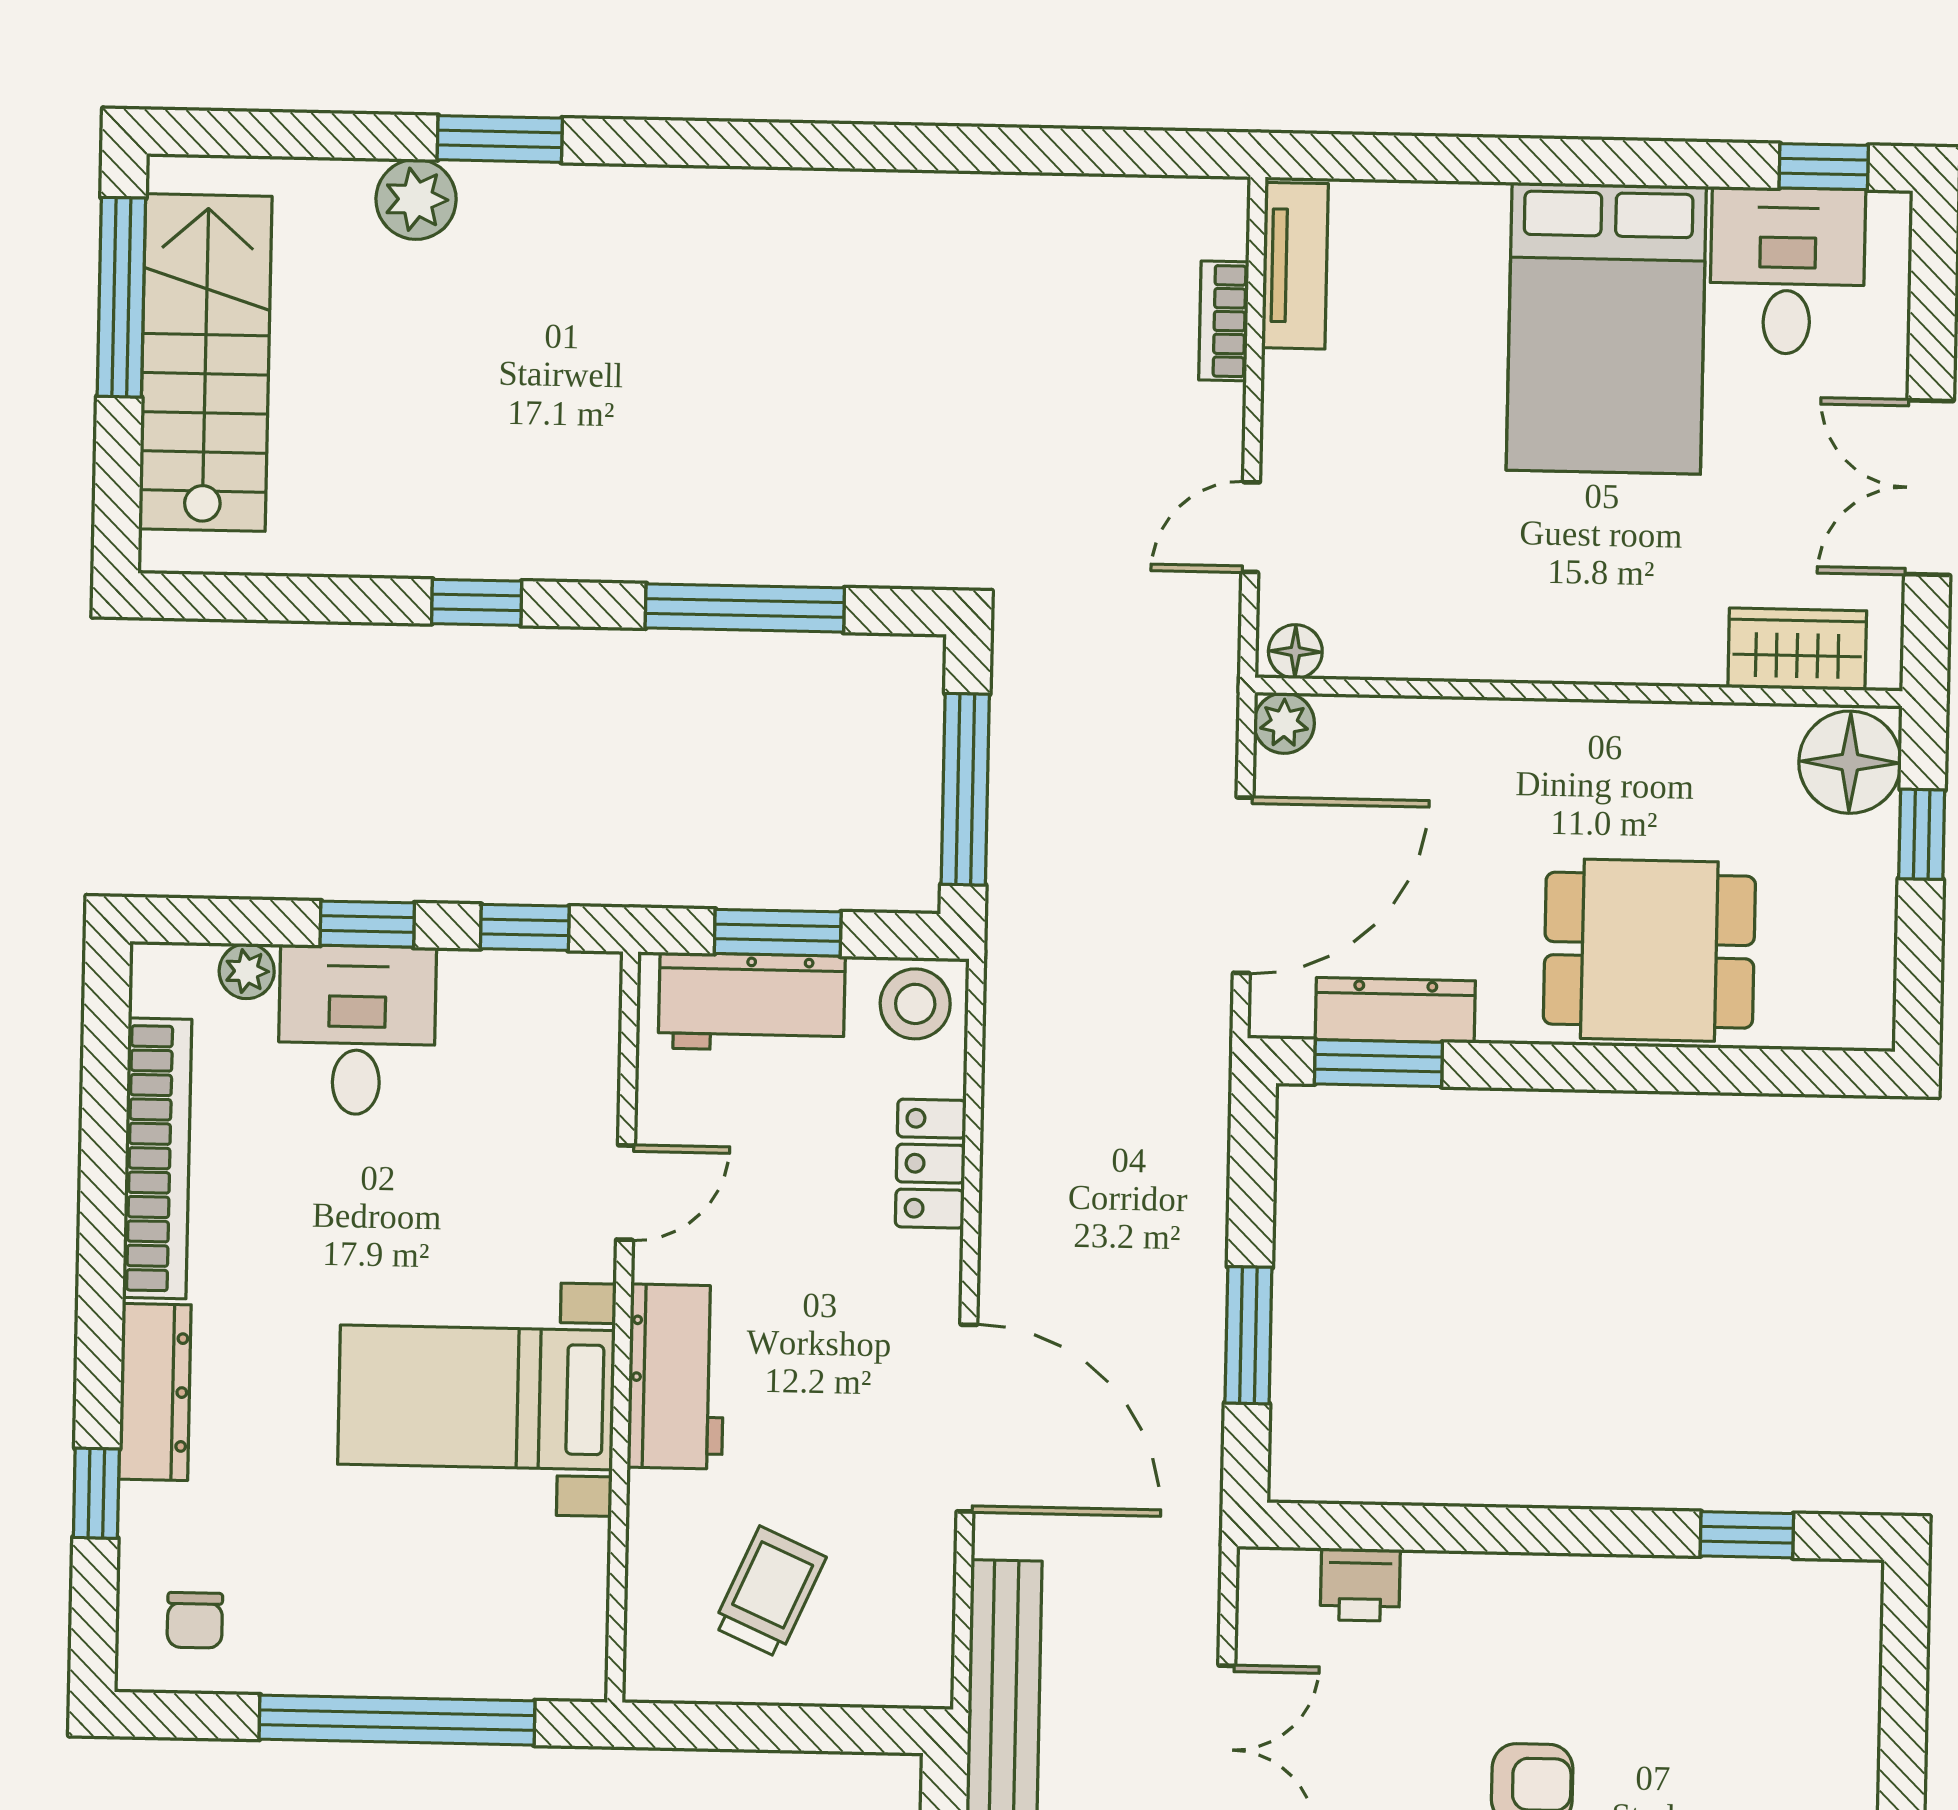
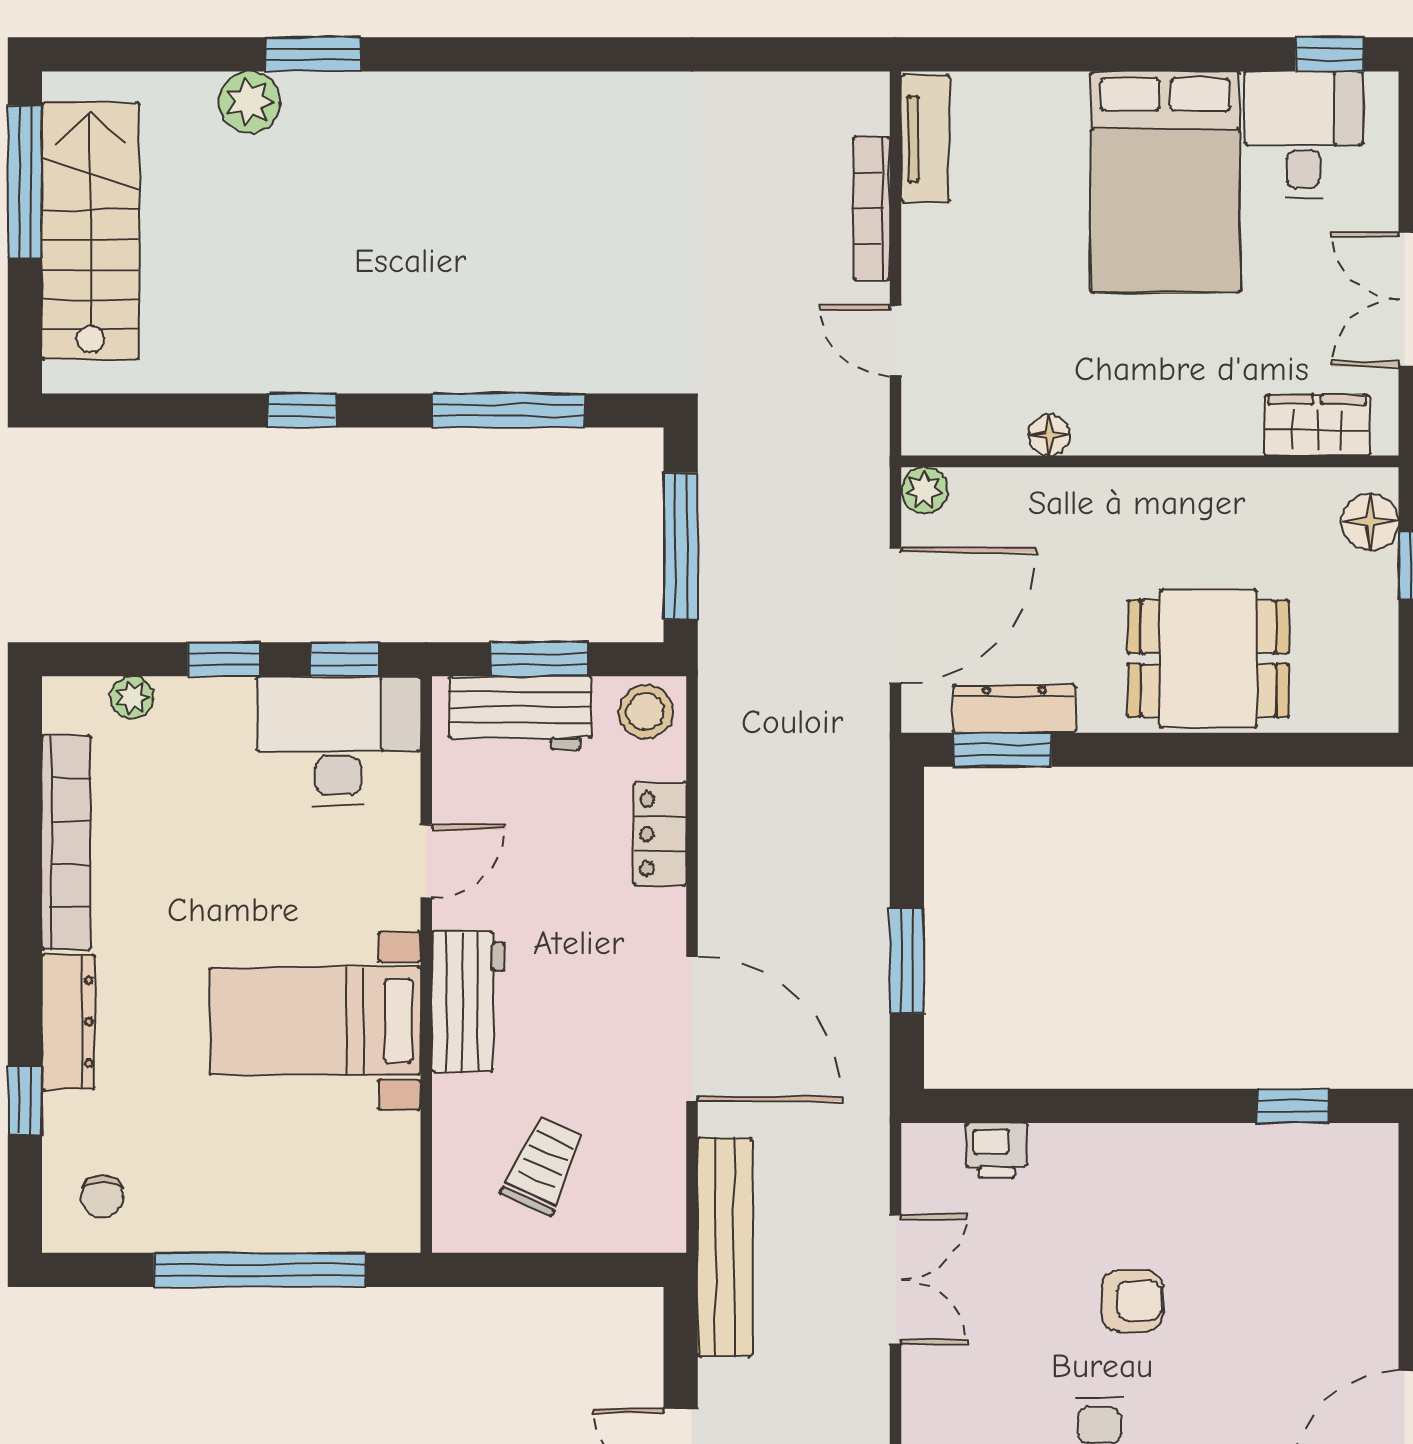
bookcase: (1224, 321) -> (872, 208), width x1.56
door: (1251, 527) -> (896, 340), hinge flipped
floor lamp: (1295, 652) -> (1049, 435), moved
floor lamp: (1850, 762) -> (1370, 522), width x0.73, depth x0.73
desk: (357, 1030) -> (338, 741), moved, width x1.37

